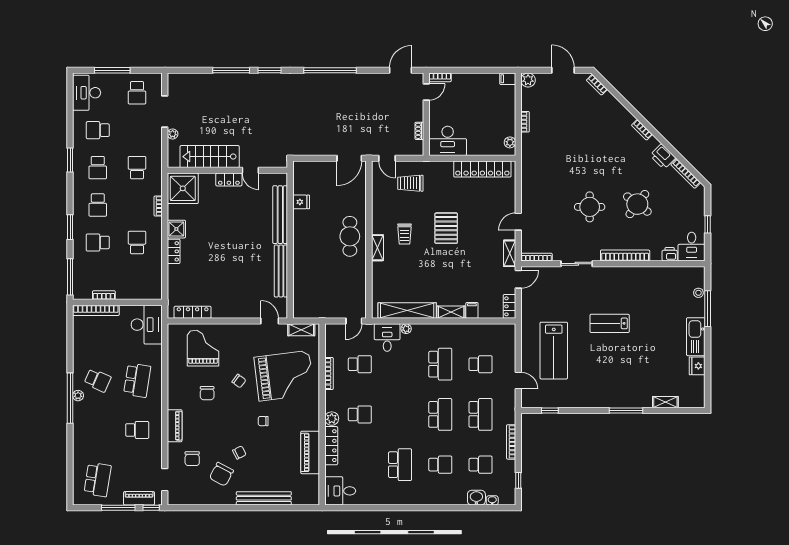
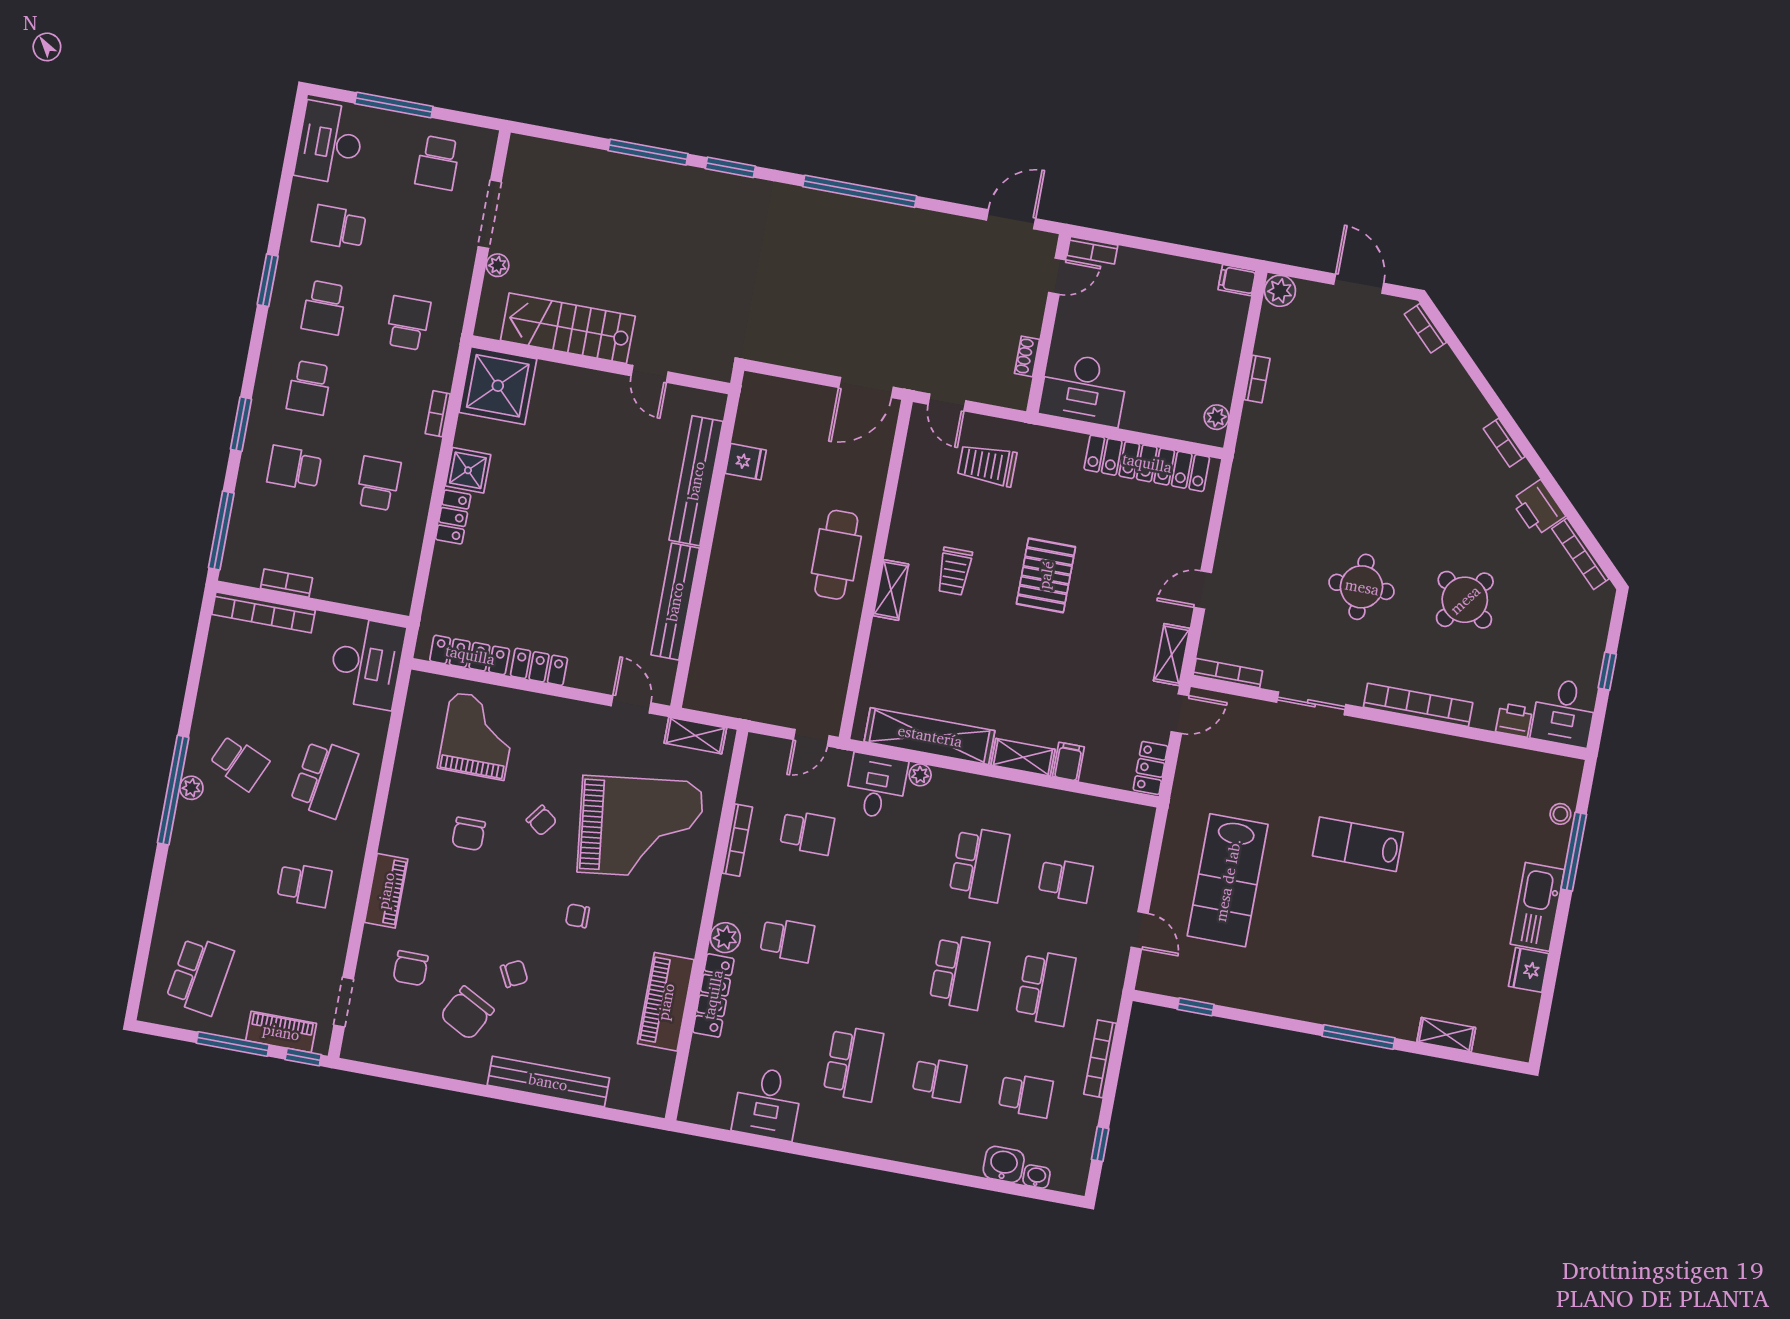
locker: (229, 180) -> (539, 667), moved, turned 180
desk: (340, 491) -> (768, 1103), moved, turned -90

